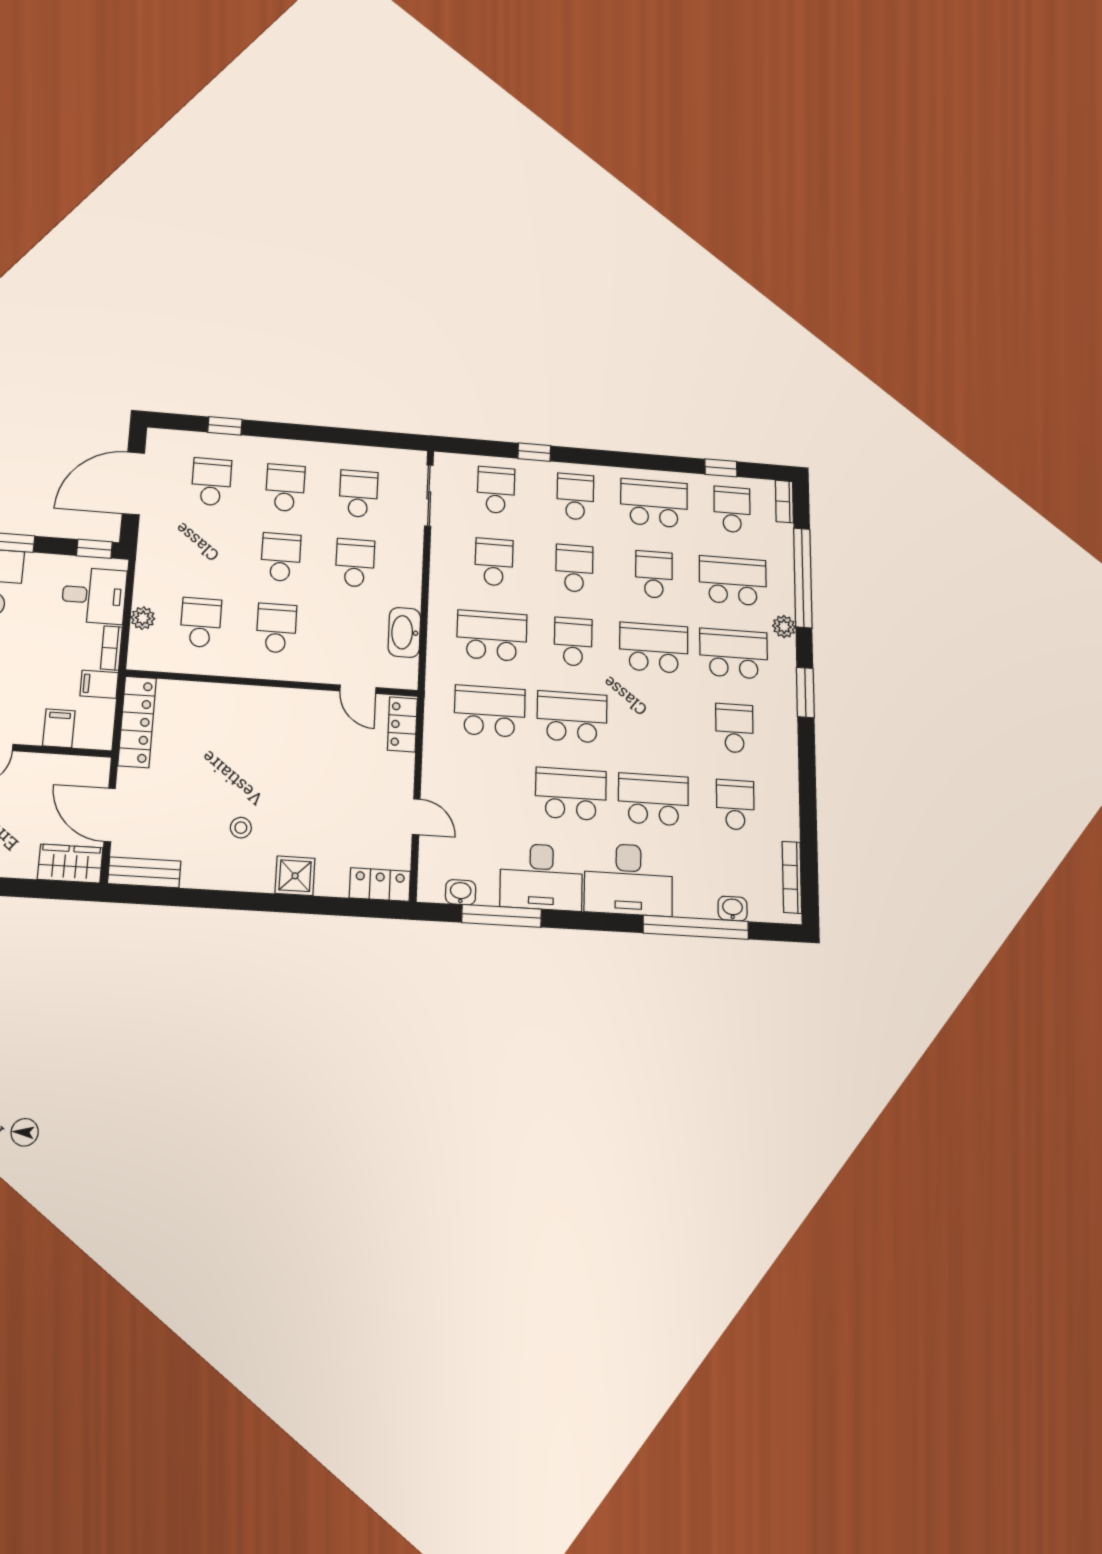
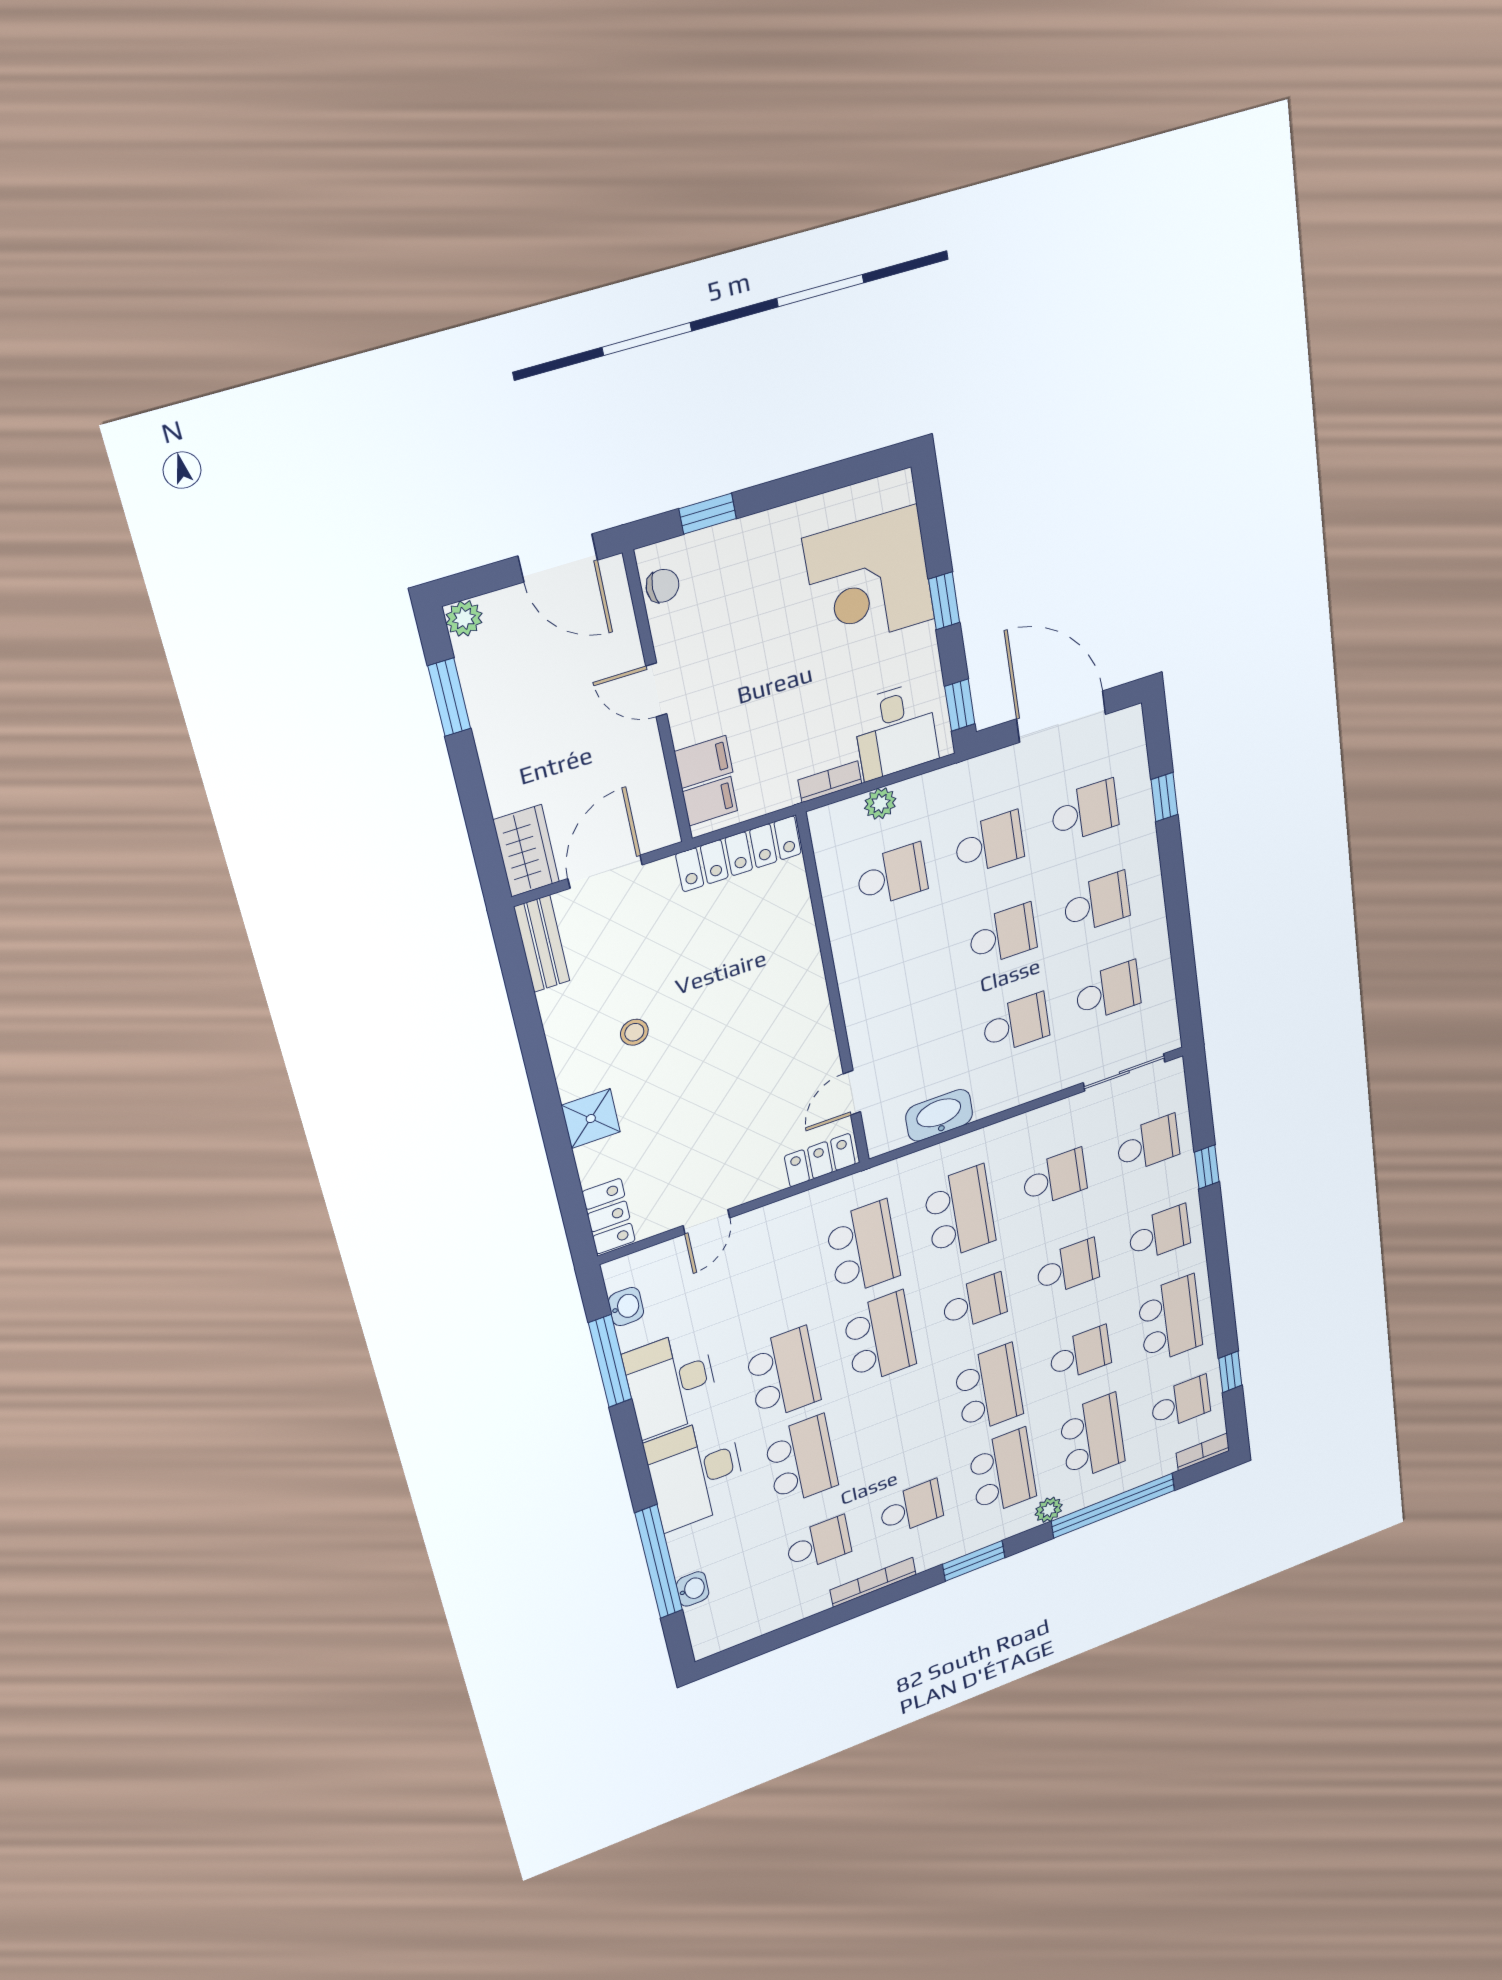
school desk: (276, 628) -> (989, 843), moved
filing cabinet: (99, 684) -> (710, 801), moved, turned 90
bookcase: (792, 877) -> (873, 1582), moved

